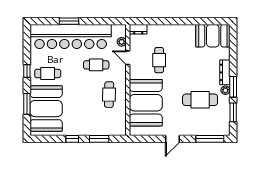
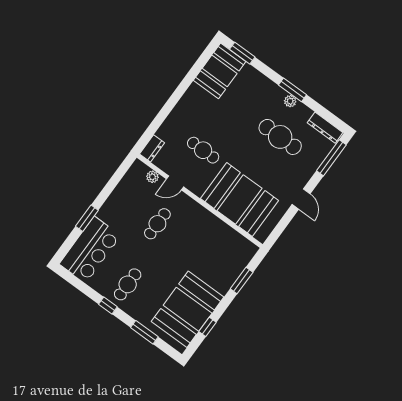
bar counter: (71, 36) -> (90, 250), width x0.54
dresser: (225, 72) -> (325, 128), moved
cafe table: (109, 95) -> (201, 234), removed
cafe table: (200, 100) -> (280, 137), turned 90
booth: (46, 109) -> (188, 309), moved, turned 90
window: (233, 112) -> (242, 53), moved
window: (72, 139) -> (207, 327), moved

